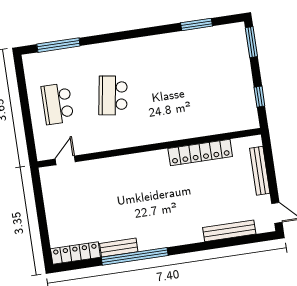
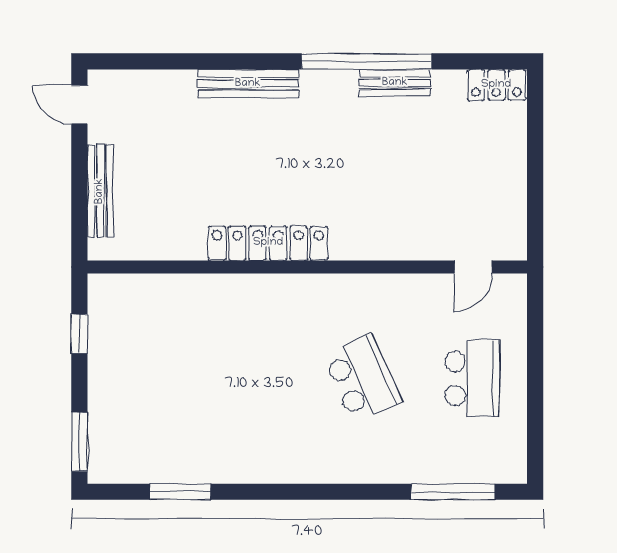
school desk: (113, 96) -> (362, 379), turned -33
locker: (200, 152) -> (268, 243), moved
bench: (229, 231) -> (248, 84), moved
locker: (75, 253) -> (496, 85), width x0.66

